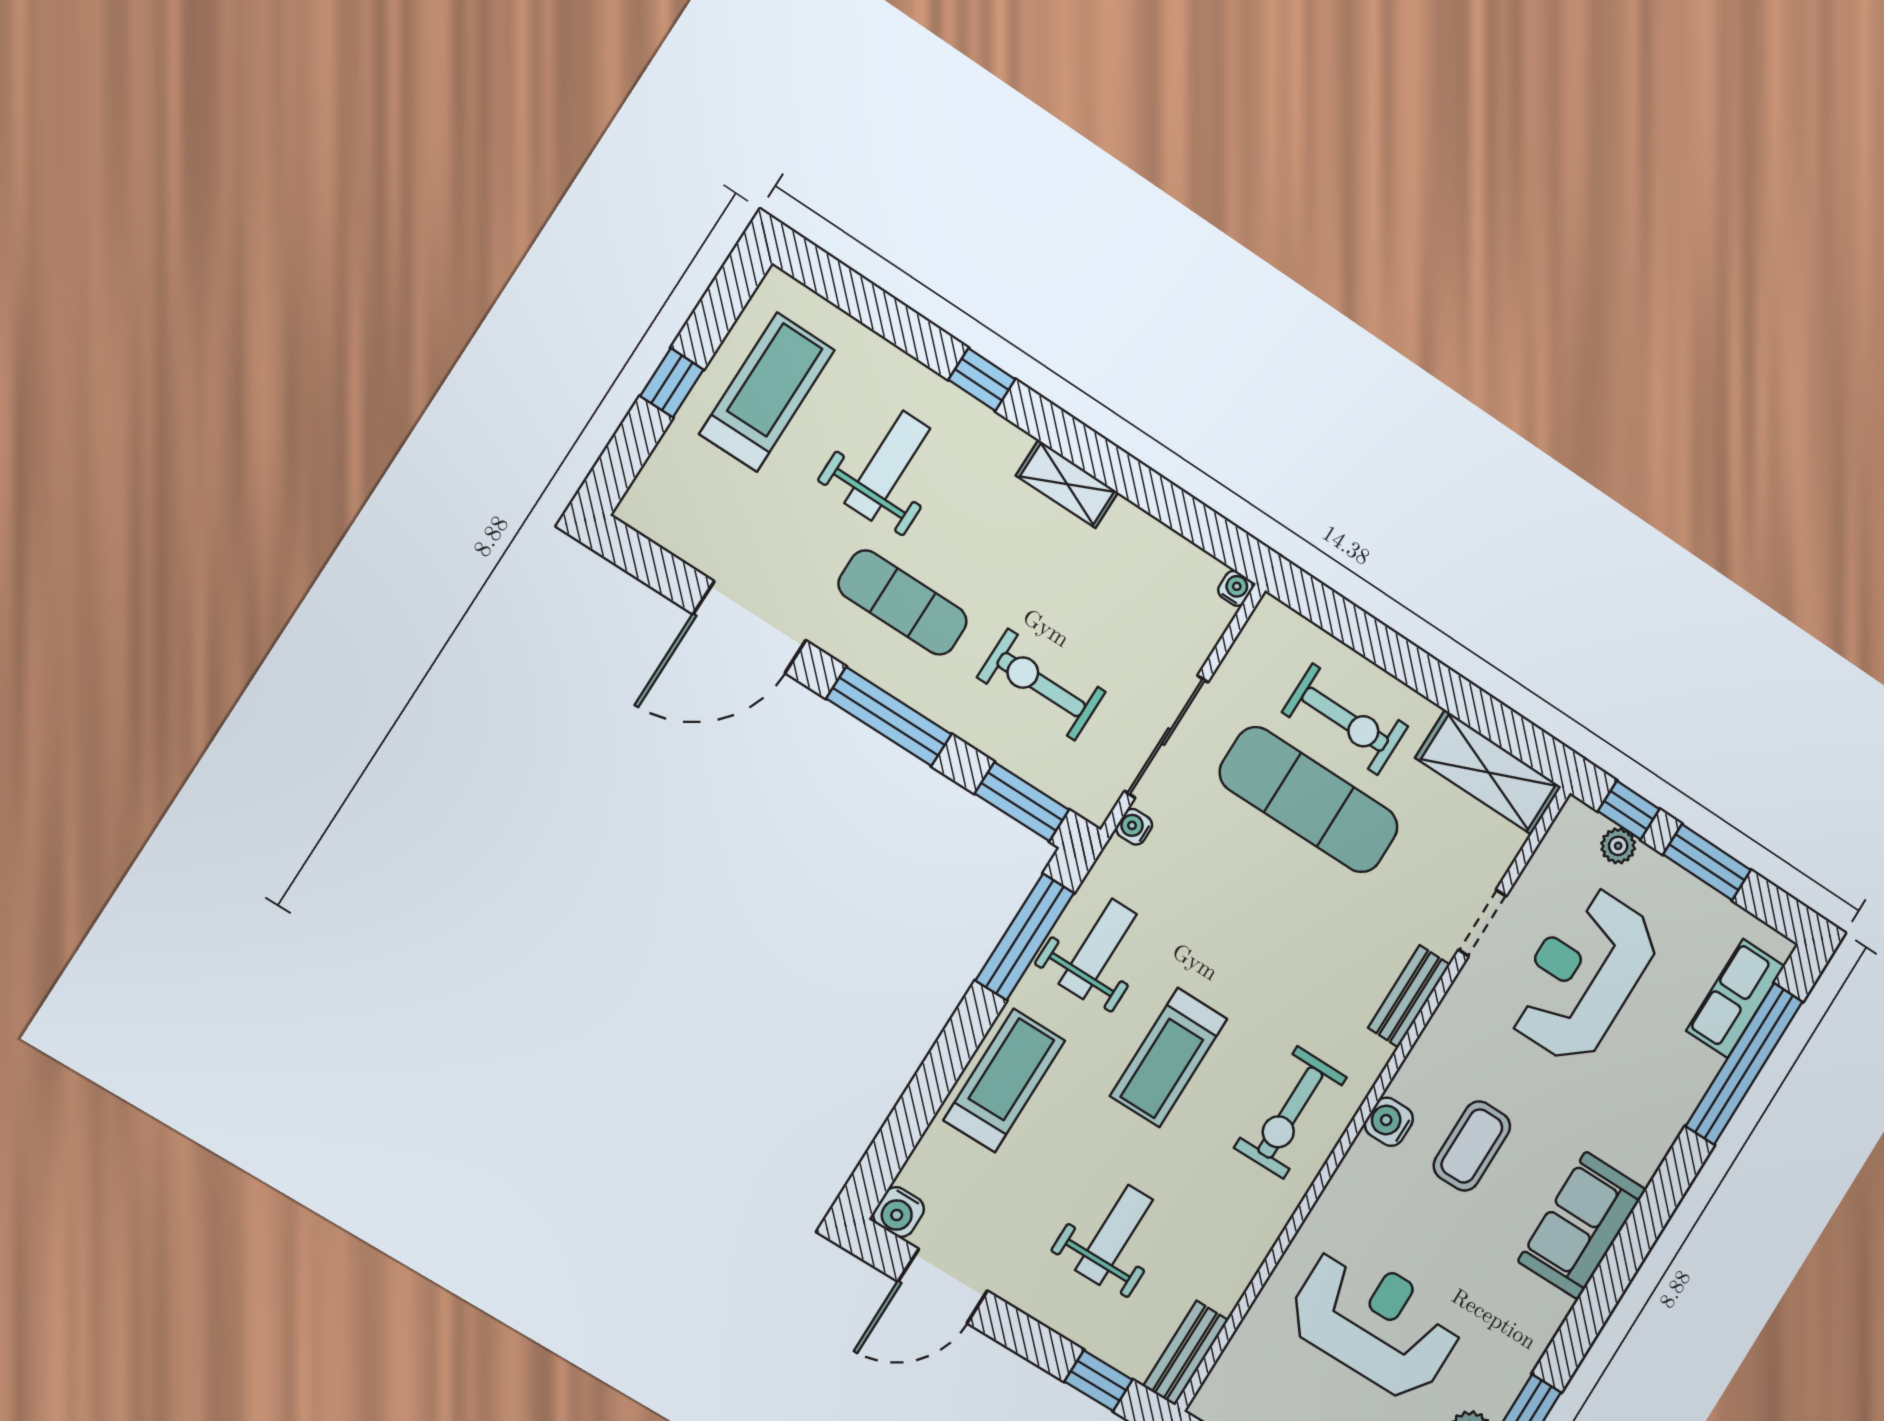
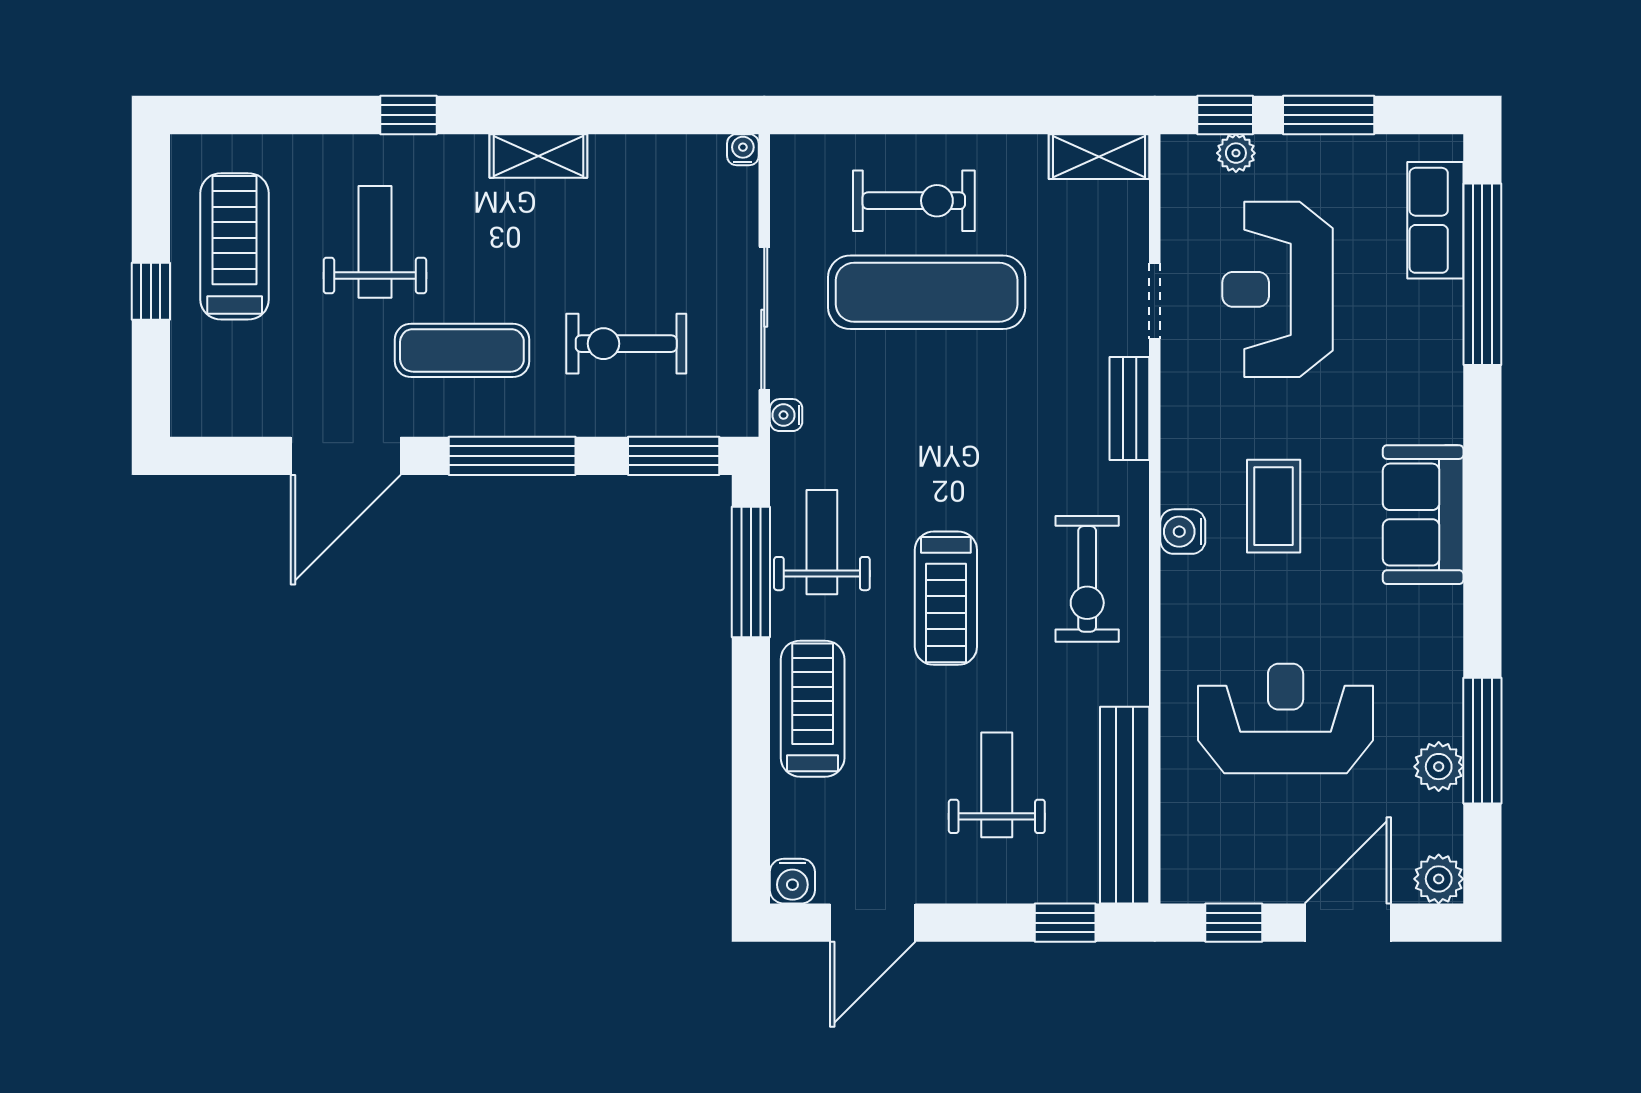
shelving: (1488, 772) -> (1099, 157), width x0.67, depth x0.75
bench: (1186, 1353) -> (1125, 805), width x1.86, depth x1.21

